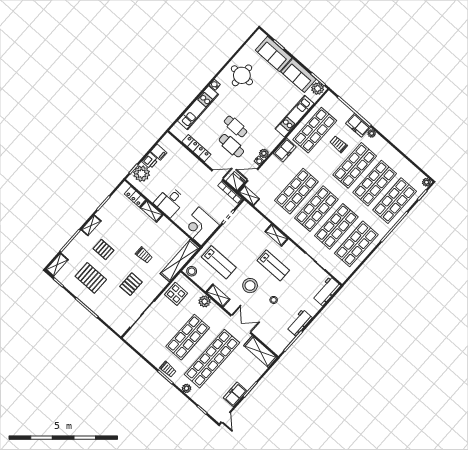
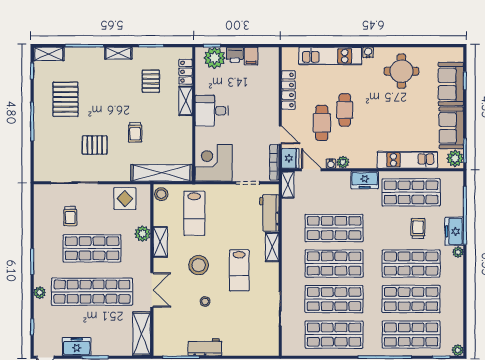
pallet: (104, 249) -> (151, 81), moved
workbench: (326, 291) -> (269, 213), moved, turned -90
trolley: (168, 369) -> (70, 216), moved

